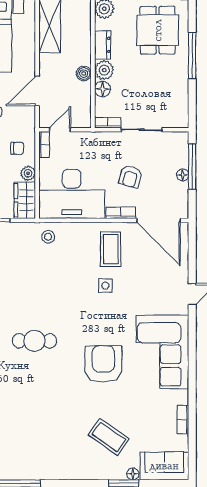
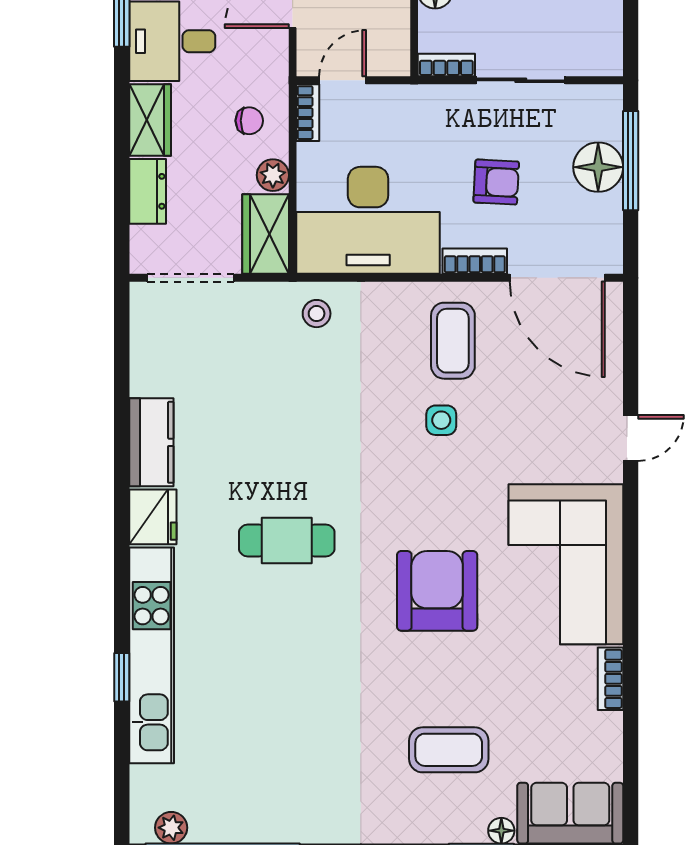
floor lamp: (183, 175) -> (598, 167), width x1.89, depth x1.89
armchair: (131, 176) -> (496, 182), turned -103
bookcase: (183, 420) -> (610, 679), moved
coffee table: (109, 437) -> (449, 750), turned -35

